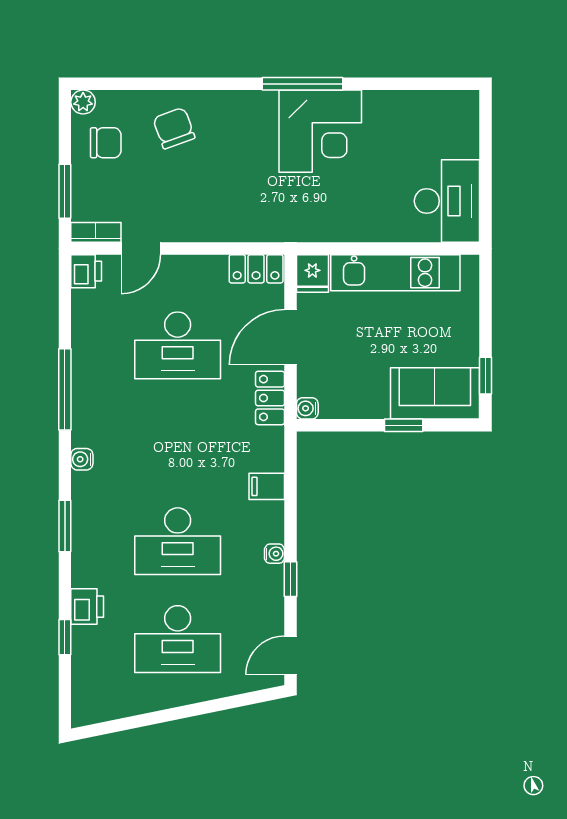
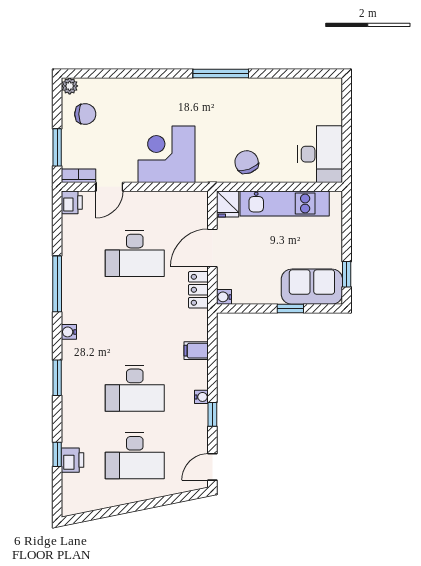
chair: (174, 128) -> (247, 162), moved
corner desk: (320, 131) -> (167, 154), moved, turned 180
locker: (256, 269) -> (189, 201), removed
printer: (87, 607) -> (72, 460), moved

